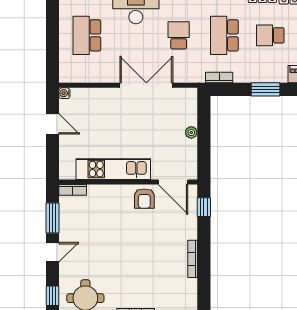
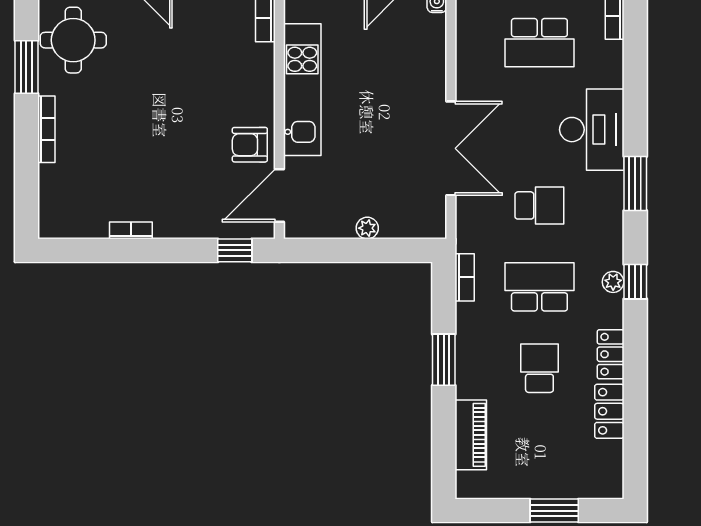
school desk: (87, 35) -> (539, 43), turned 180
bookcase: (193, 259) -> (131, 230), width x0.64

